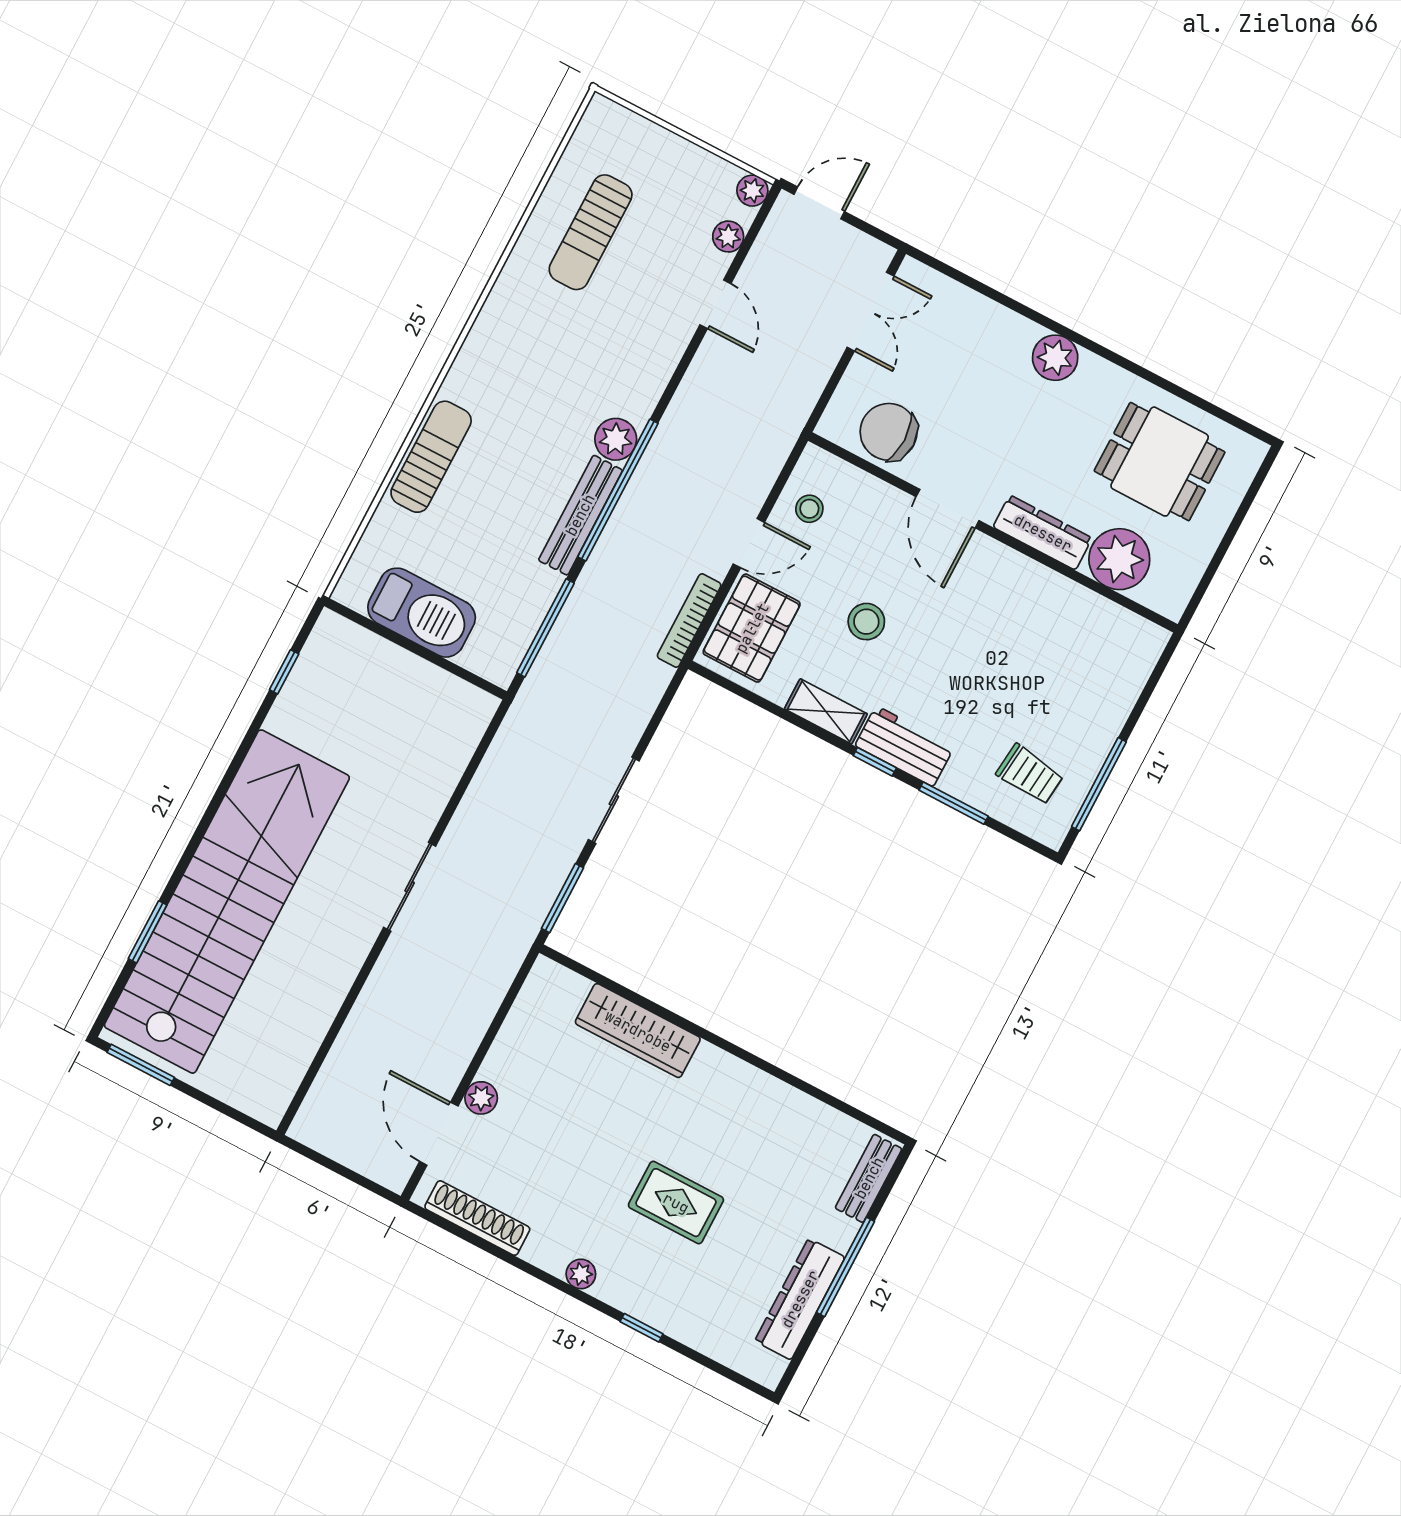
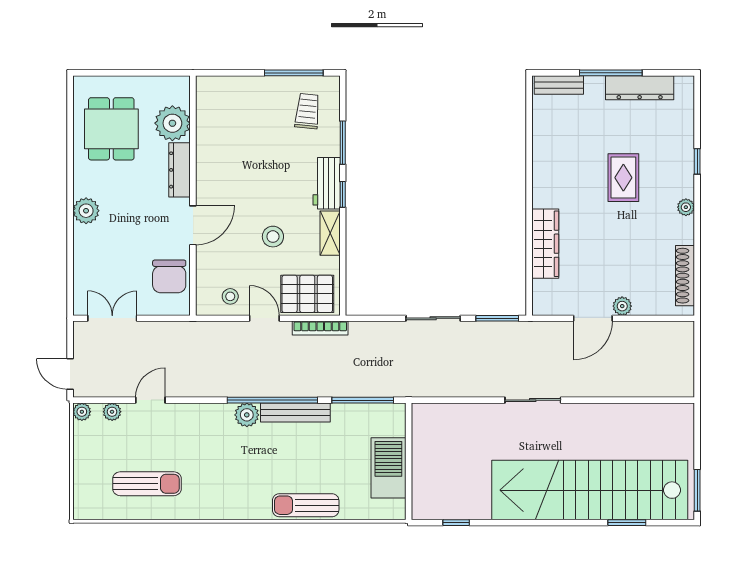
door: (439, 1134) -> (593, 318), moved

